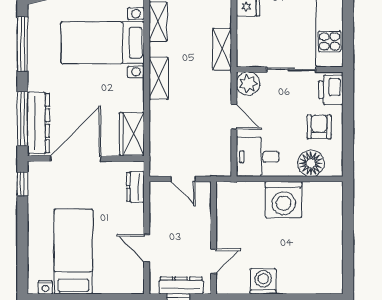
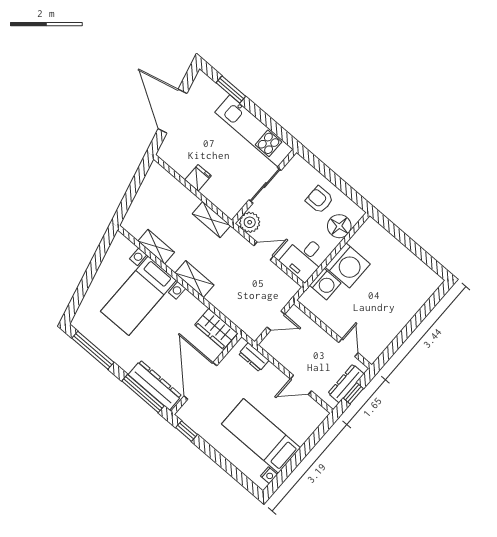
printer: (331, 90) -> (301, 170), removed
washing machine: (263, 281) -> (325, 284), moved, turned 180

